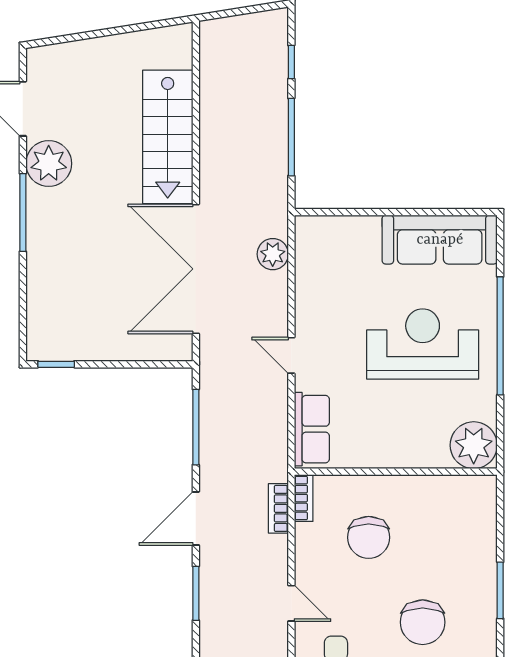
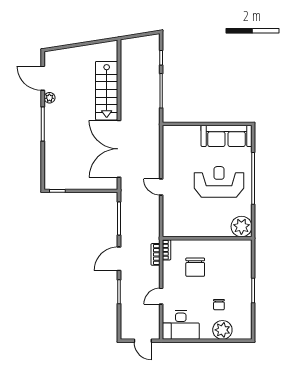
plant: (49, 164) -> (49, 98), width x0.53, depth x0.53
plant: (273, 254) -> (153, 142), removed
row of seats: (312, 429) -> (170, 219), removed
door: (291, 603) -> (161, 296), swing flipped
chair: (423, 622) -> (219, 305), width x0.54, depth x0.54

